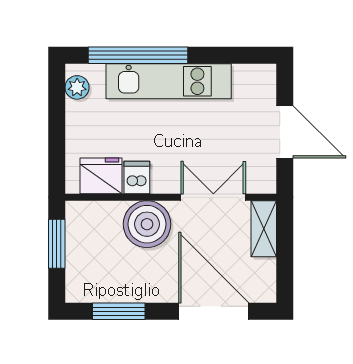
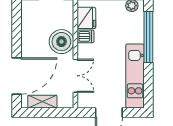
kitchen unit: (169, 81) -> (135, 76), moved
shelving: (264, 229) -> (42, 102), moved
window: (119, 311) -> (17, 27), removed

